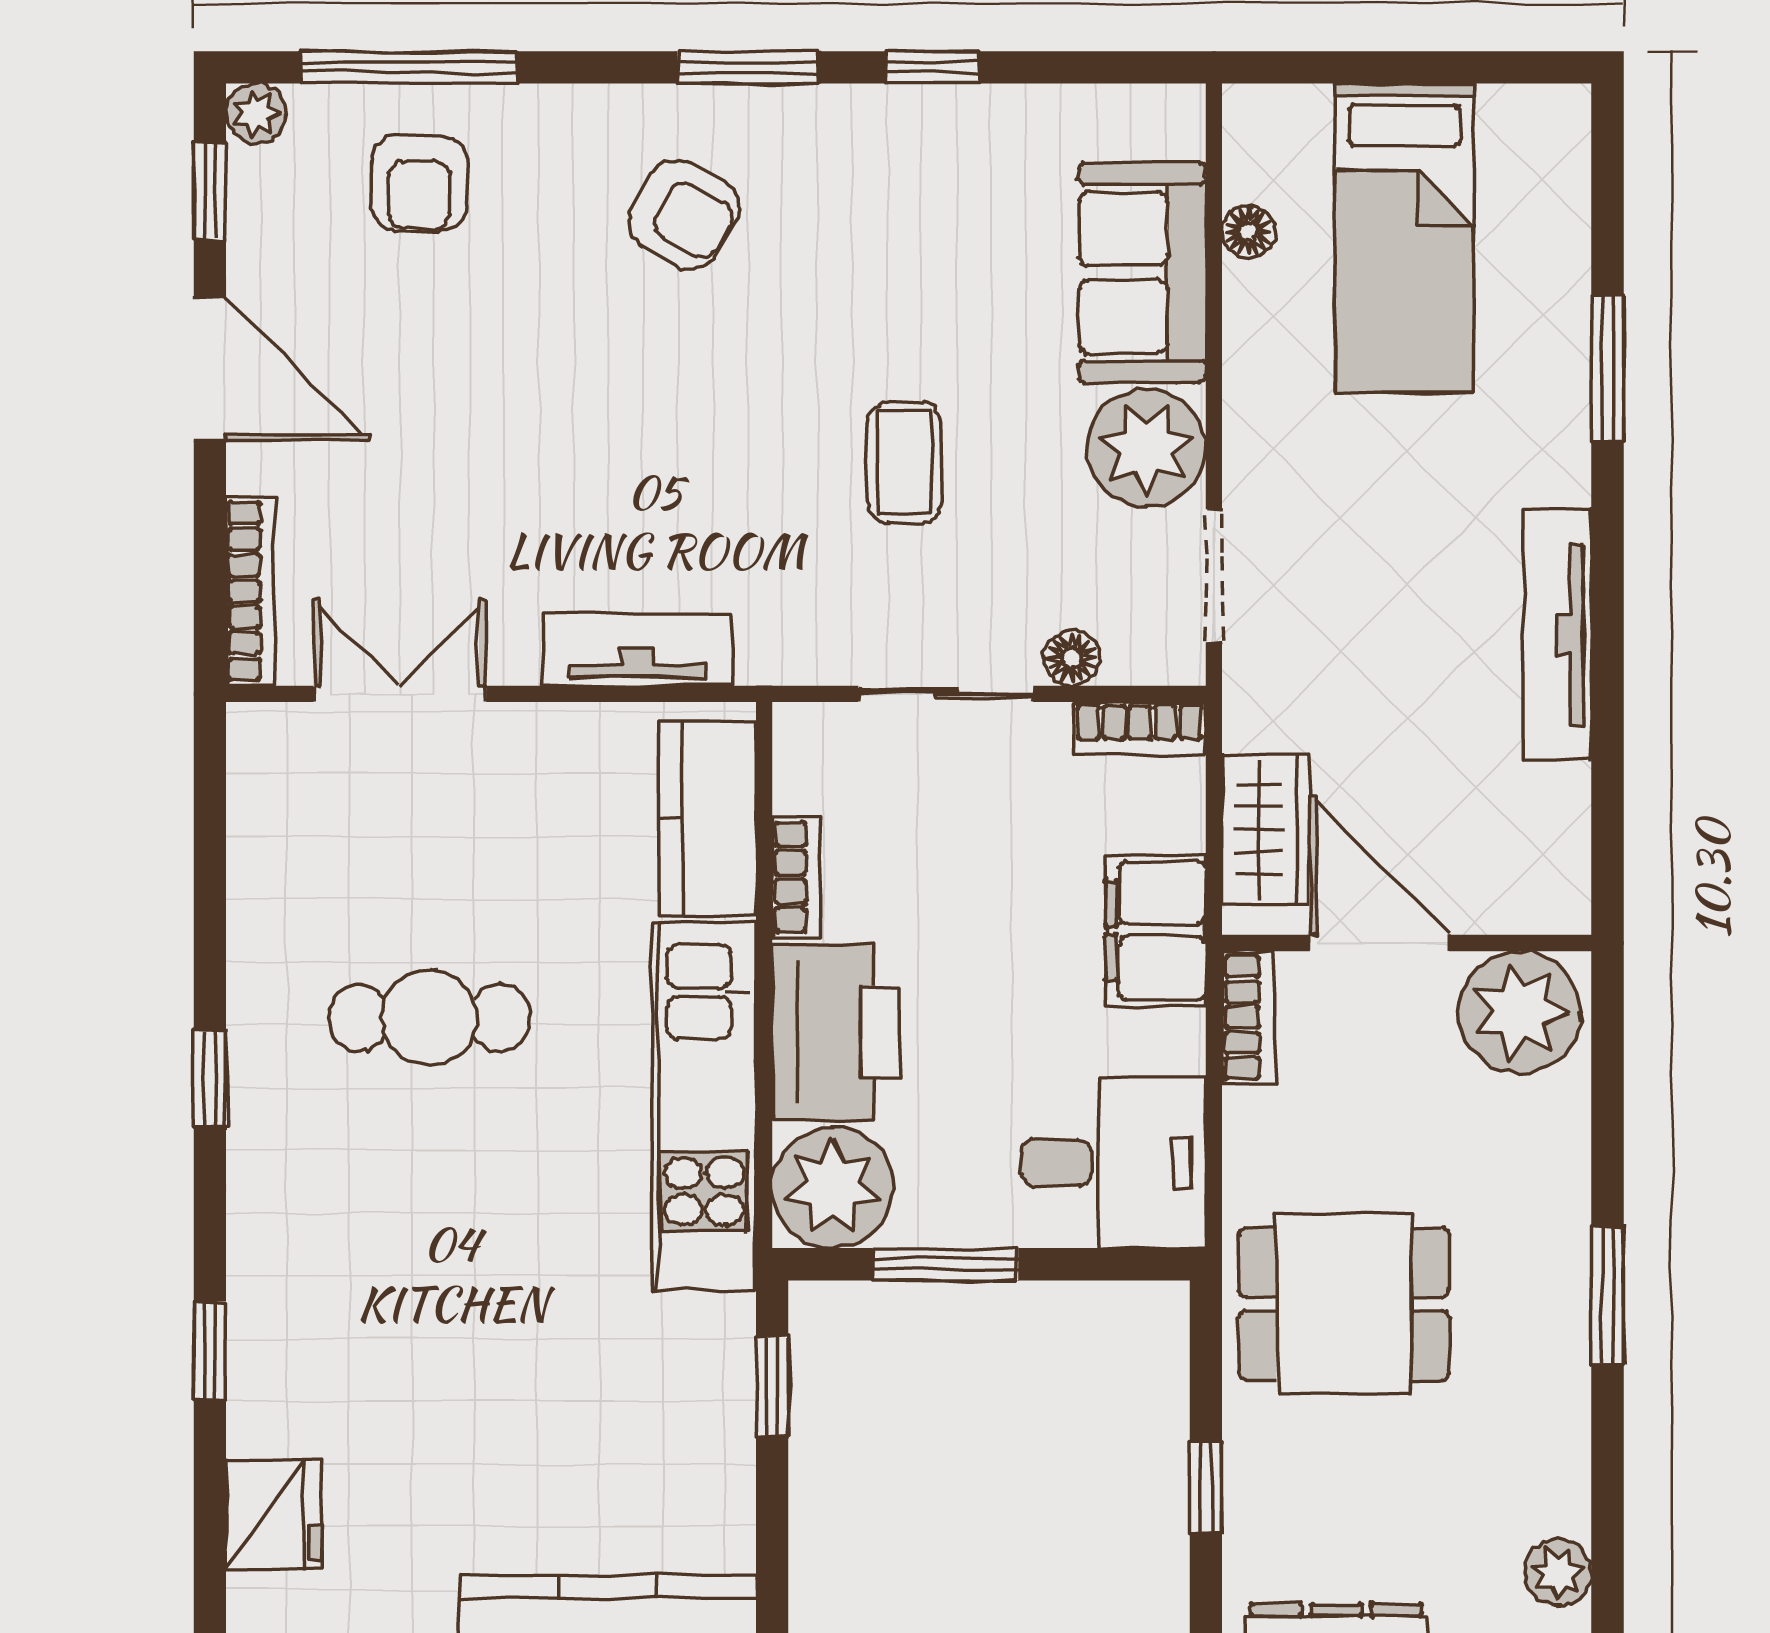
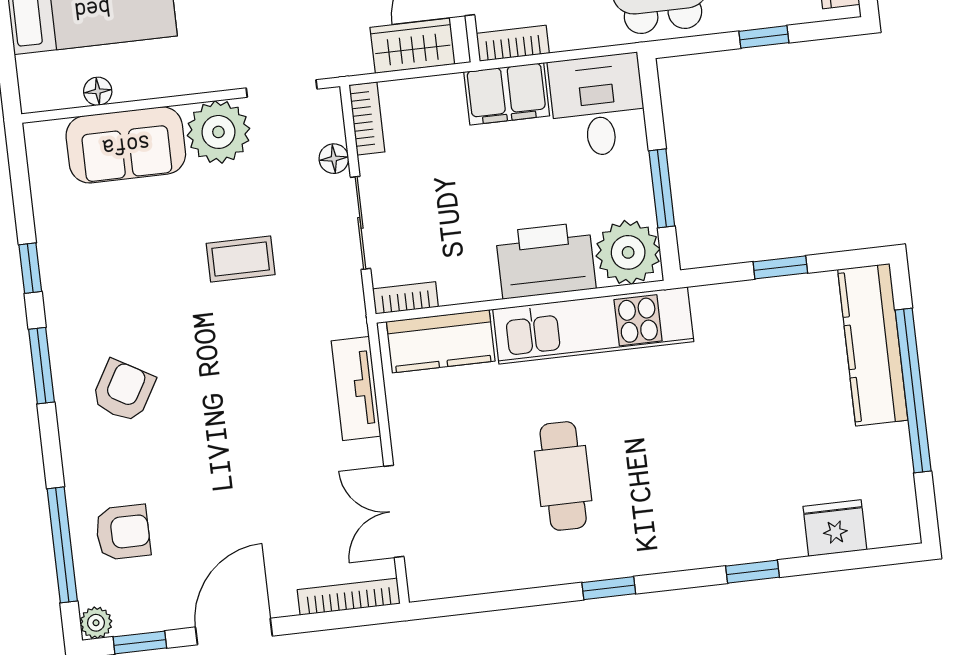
bookcase: (796, 877) -> (405, 298), moved
filing cabinet: (1156, 930) -> (507, 94), moved
window: (772, 1386) -> (780, 267), moved

